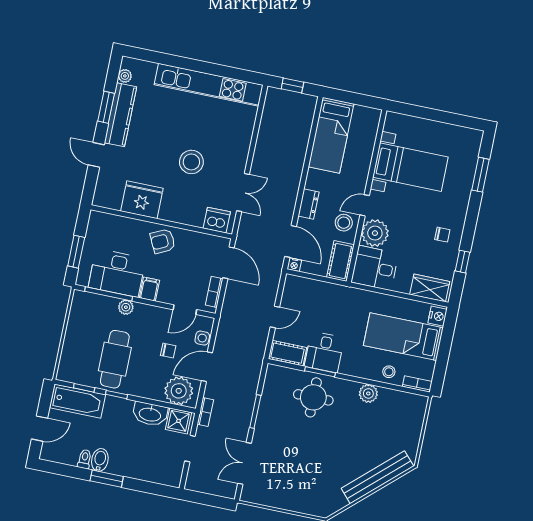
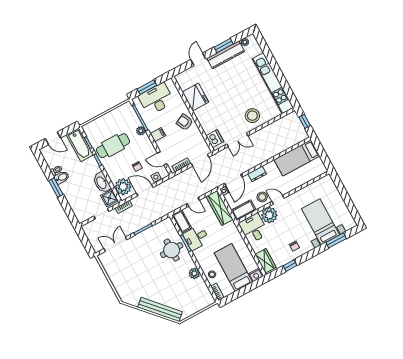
stool: (191, 162) -> (252, 116), moved
bed with nightstands: (410, 167) -> (321, 222), moved, turned 180
desk: (117, 273) -> (156, 99), moved, turned 90
wardrobe: (311, 290) -> (220, 208), added

